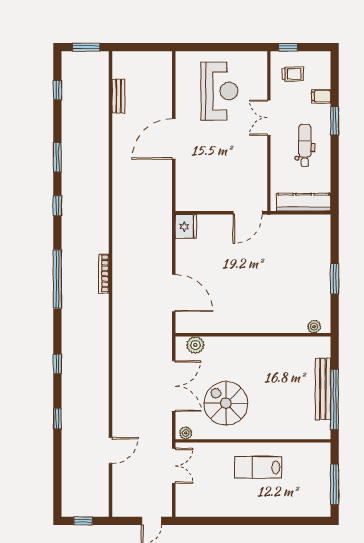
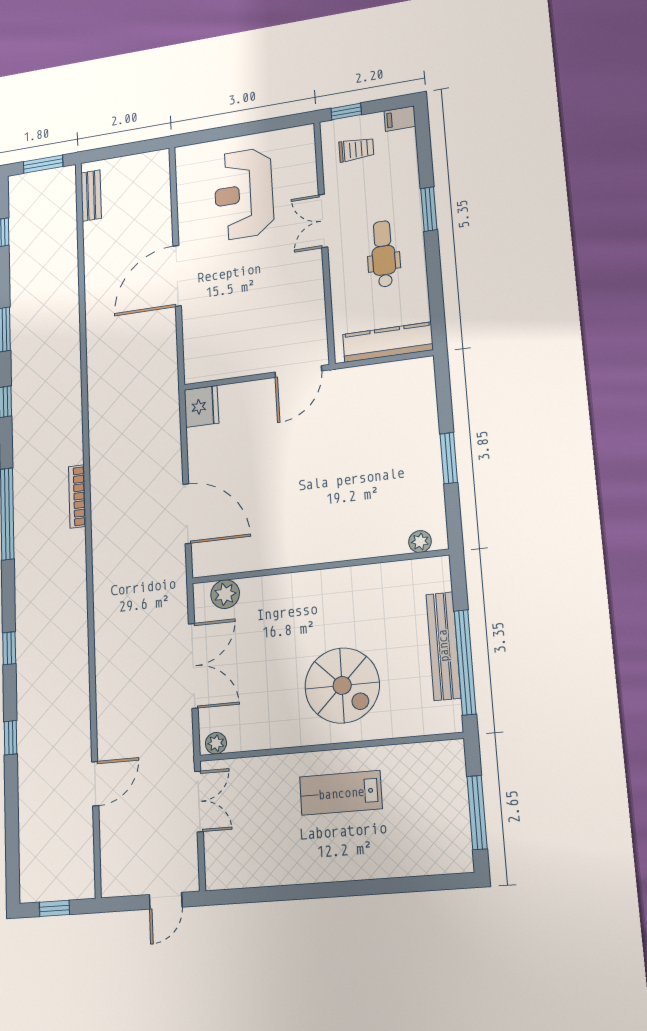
reception desk: (219, 91) -> (244, 194), turned 180
bench: (119, 96) -> (91, 196), moved
filing cabinet: (321, 96) -> (400, 119), moved
spiral stairs: (226, 403) -> (342, 685), moved, turned 180

